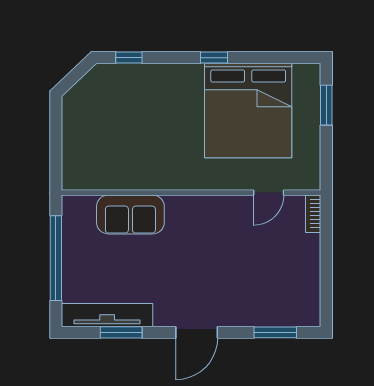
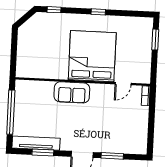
bed: (248, 111) -> (92, 56), moved, turned 180
sofa: (130, 214) -> (72, 92), moved
window: (275, 332) -> (112, 156), moved

